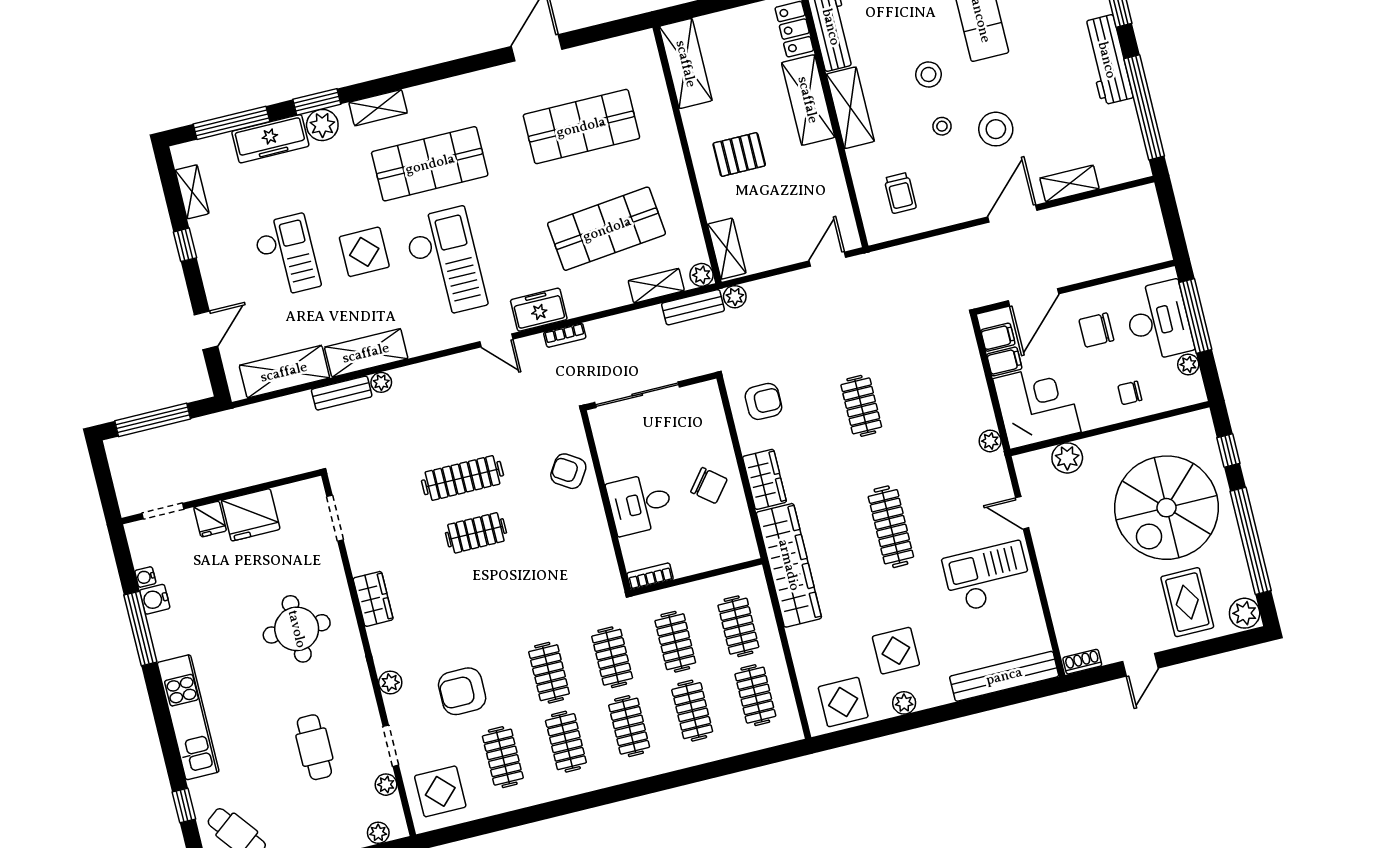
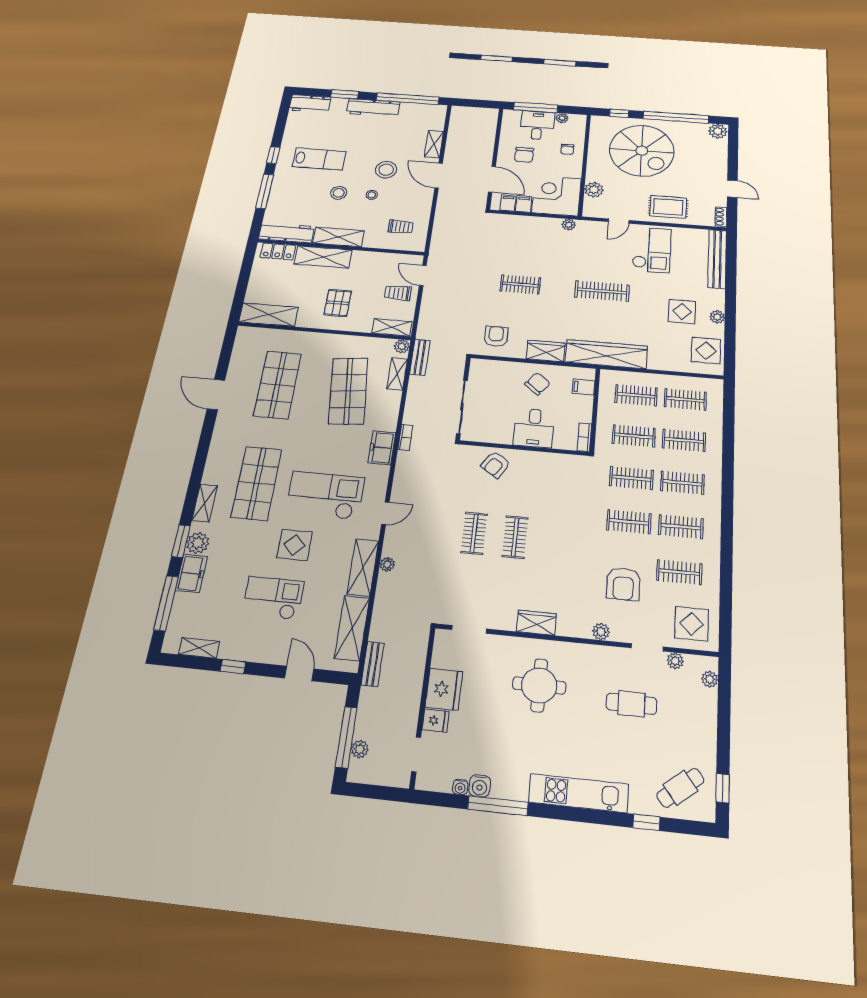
freezer: (270, 139) -> (191, 573), width x0.71
trolley: (786, 234) -> (398, 293), added
plant: (735, 297) -> (360, 749), moved
desk: (1158, 321) -> (537, 125), width x0.73
door: (496, 340) -> (385, 513), moved
bench: (342, 393) -> (373, 664), moved
clothes rail: (462, 478) -> (474, 533), width x0.73
filing cabinet: (726, 551) -> (584, 387), added
checkout: (987, 577) -> (652, 250), turned 180
rug: (1187, 602) -> (668, 207), moved

